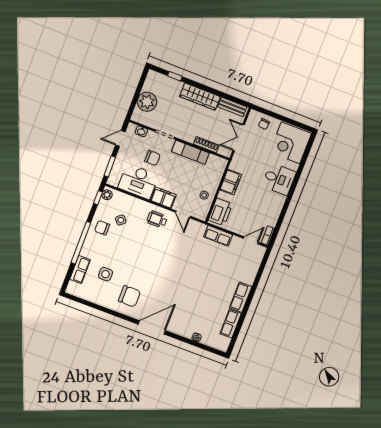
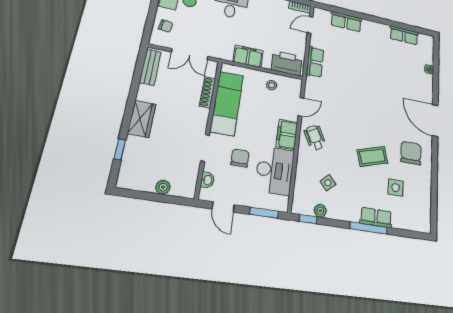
wardrobe: (200, 97) -> (142, 119), width x0.67
plant: (147, 102) -> (163, 187), width x0.53, depth x0.53
exam couch: (190, 152) -> (227, 103), width x1.36, depth x1.45
plant: (107, 195) -> (320, 211), moved
wheelchair: (157, 219) -> (315, 137), turned 153
chair: (102, 228) -> (343, 205), removed
door: (251, 240) -> (310, 25), hinge flipped
window: (81, 243) -> (369, 228), width x0.68
coffee table: (133, 262) -> (372, 156), added
row of seats: (80, 270) -> (376, 217), moved
row of seats: (241, 297) -> (346, 22), moved

